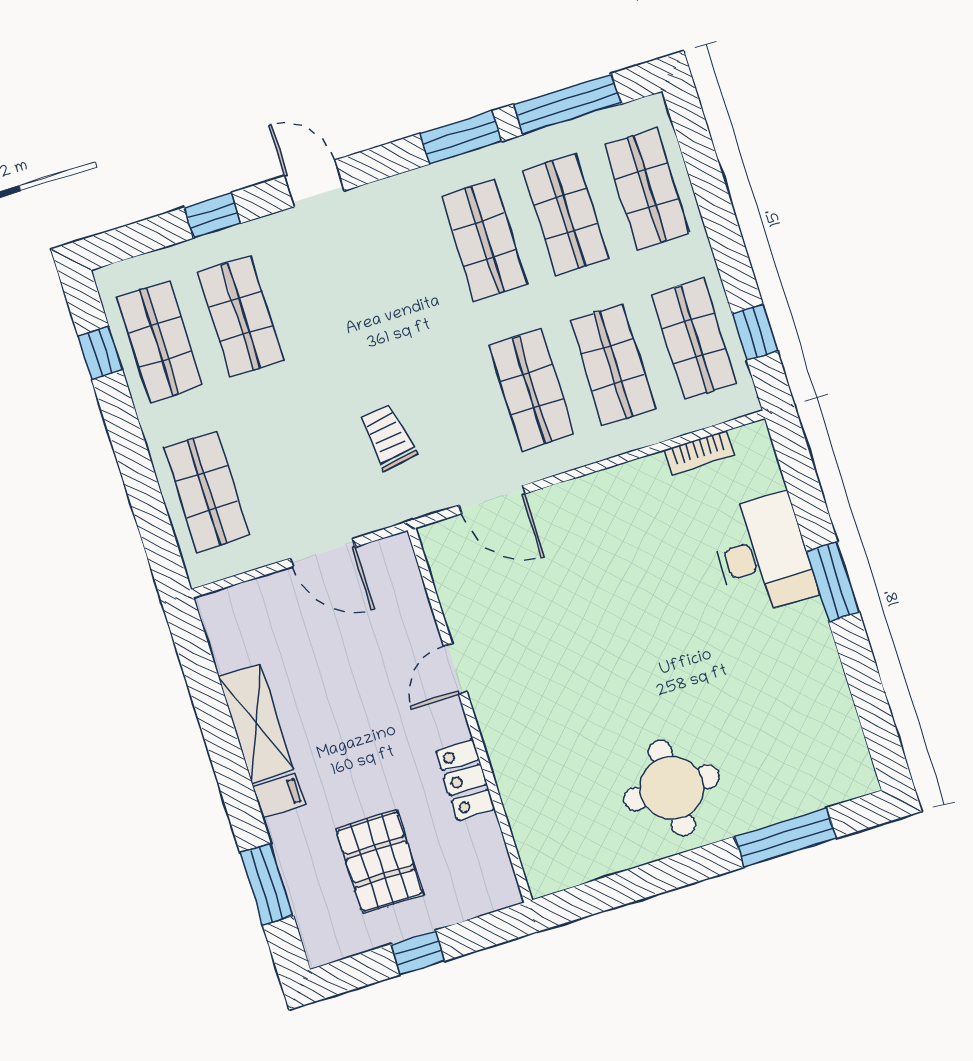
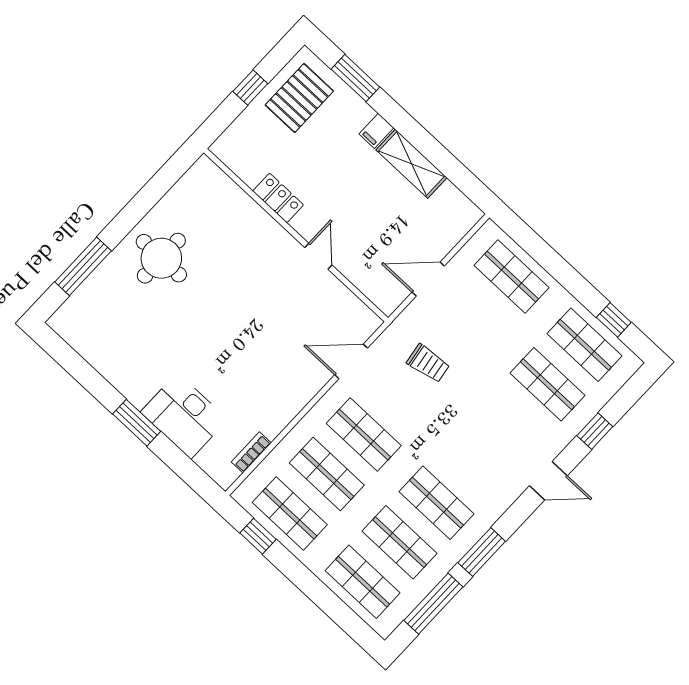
pallet: (380, 862) -> (299, 98), moved, turned 90

